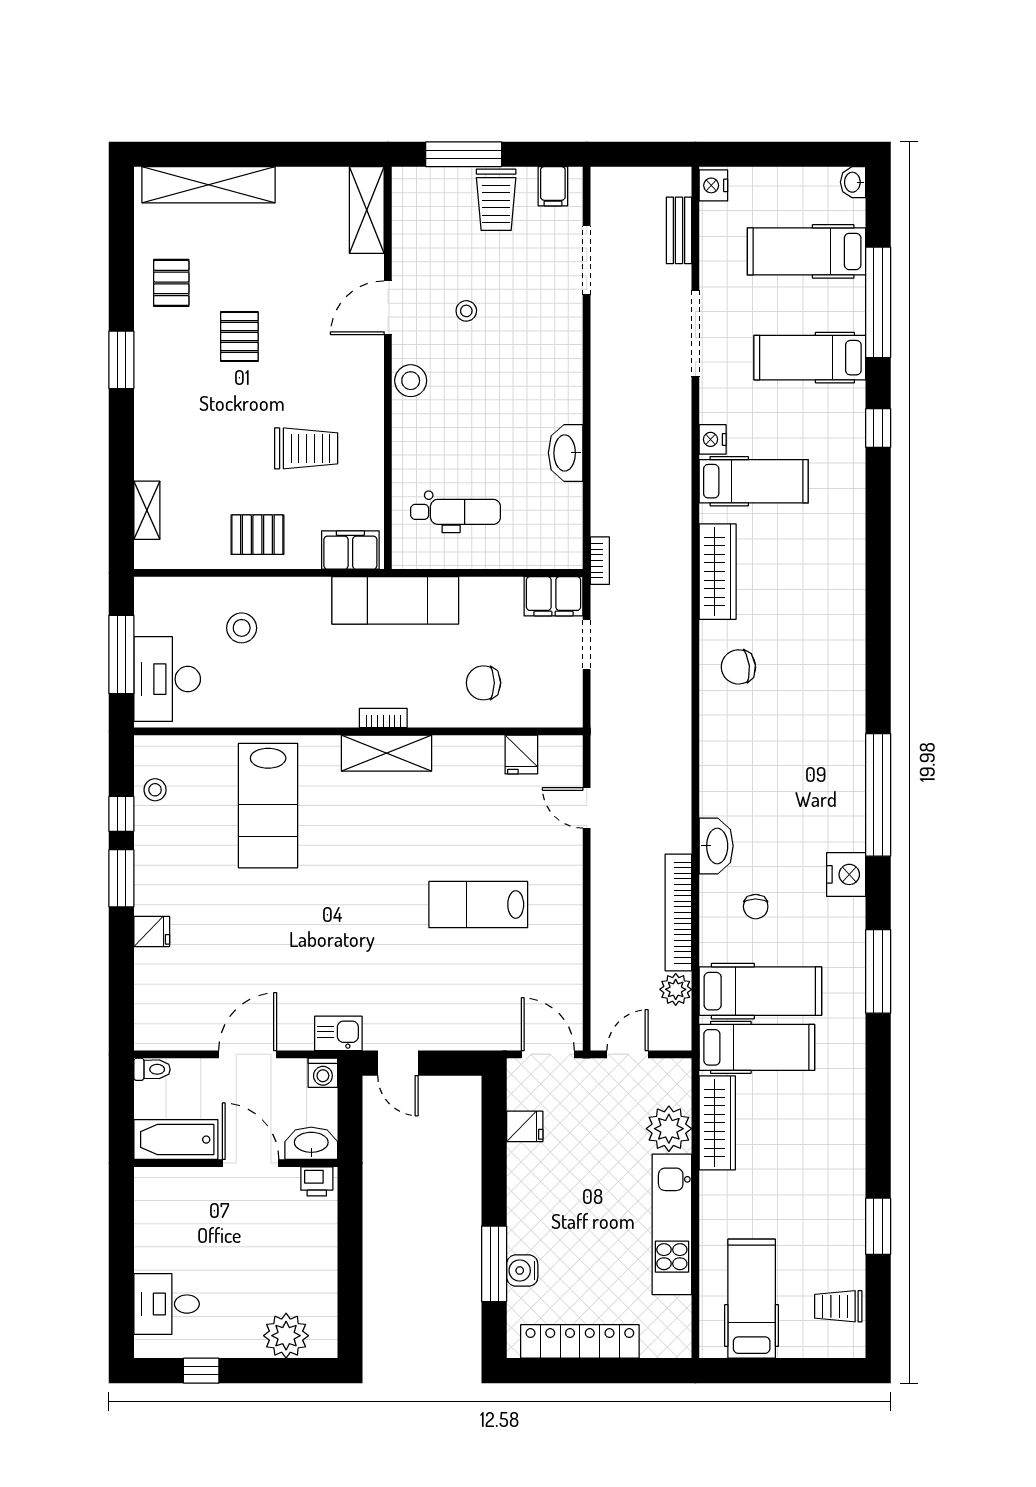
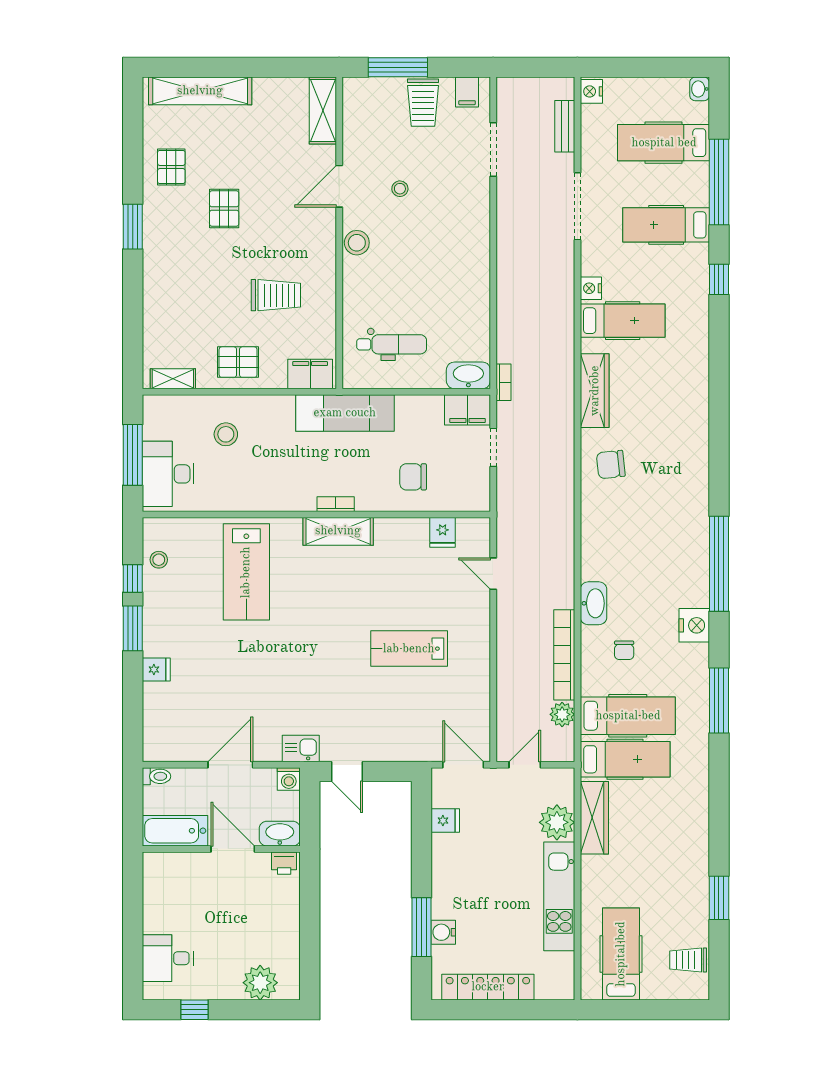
washbasin: (566, 453) -> (468, 375), moved, turned 90
shelving: (147, 510) -> (173, 379), moved, turned 90

